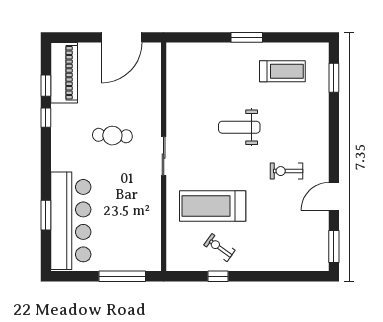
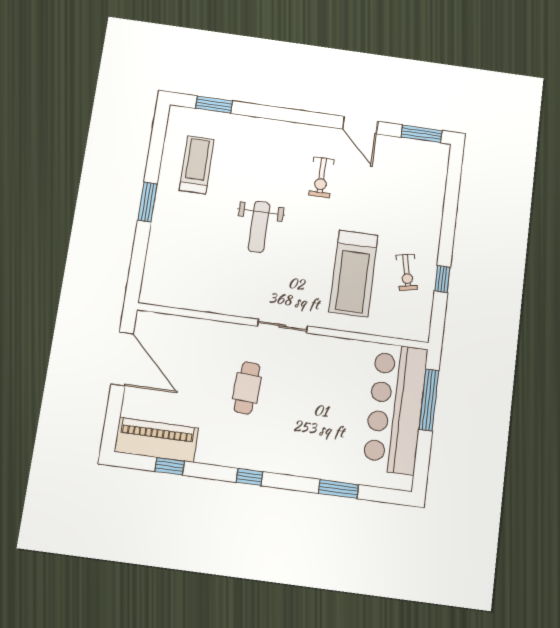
window: (46, 118) -> (249, 477), moved
bar counter: (71, 221) -> (395, 408), moved, turned -90
exercise bike: (219, 248) -> (407, 272), turned -48

